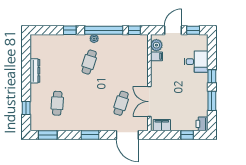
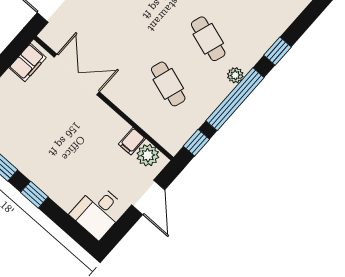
window: (193, 30) -> (123, 226), removed
desk: (196, 62) -> (98, 212), moved
cafe table: (121, 103) -> (168, 84), moved

